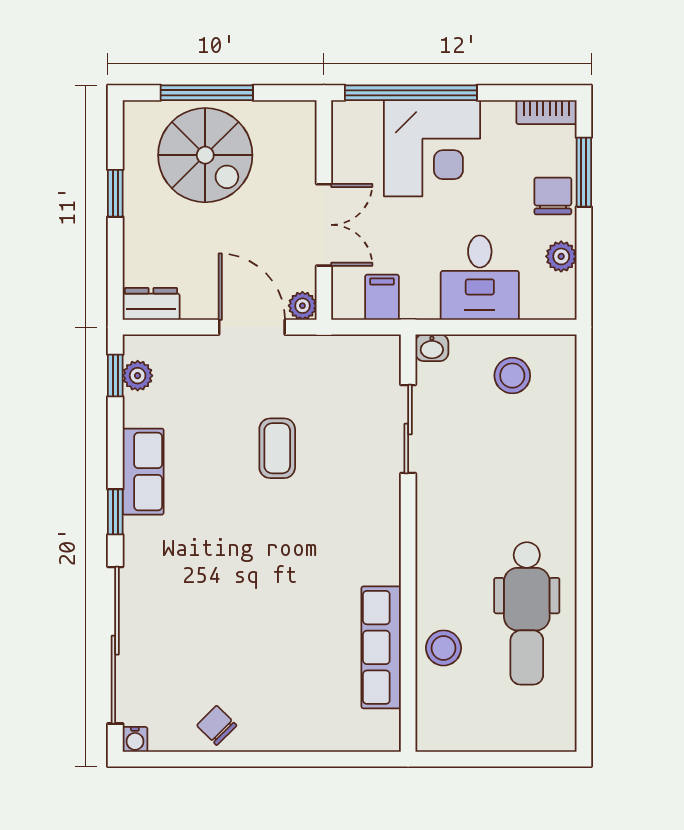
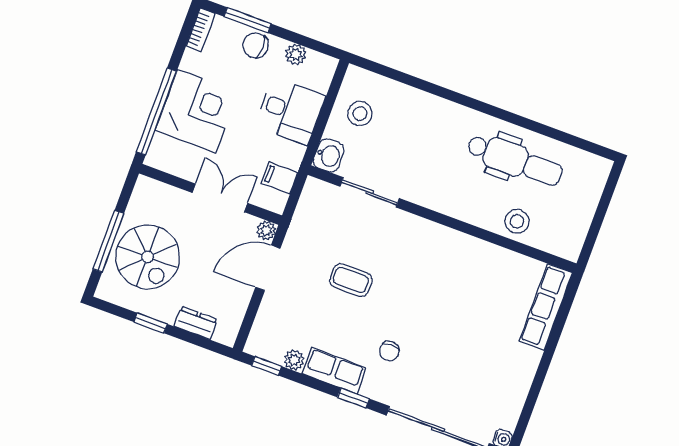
spiral stairs: (205, 155) -> (148, 257), turned 90
dresser: (151, 304) -> (196, 323), moved, turned 90
washbasin: (432, 348) -> (329, 155), width x1.38, depth x1.45
plant: (138, 376) -> (294, 360), moved
row of seats: (381, 647) -> (546, 307), moved, turned 90
chair: (217, 725) -> (389, 351), moved, turned -45

